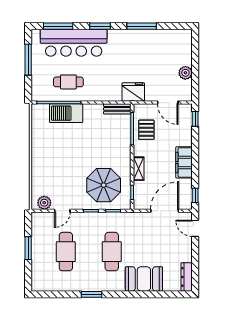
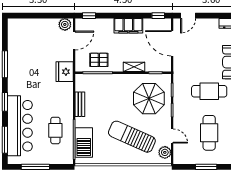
plant: (185, 73) -> (65, 24), moved
bench: (117, 109) -> (80, 104), moved
barbecue: (66, 113) -> (84, 143), moved
sun lounger: (62, 166) -> (132, 137), added
cafe table: (66, 252) -> (209, 133), turned 90

